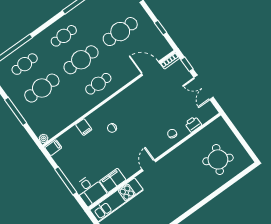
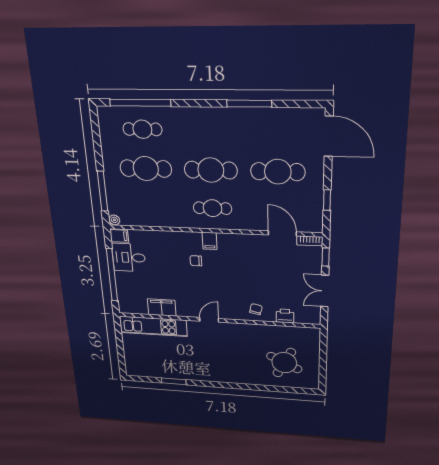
cafe table: (64, 36) -> (209, 130), removed
window: (16, 111) -> (103, 191), moved
filing cabinet: (84, 127) -> (210, 241), moved
window: (66, 181) -> (112, 275), width x1.46
desk: (90, 190) -> (129, 257), moved, turned 90

